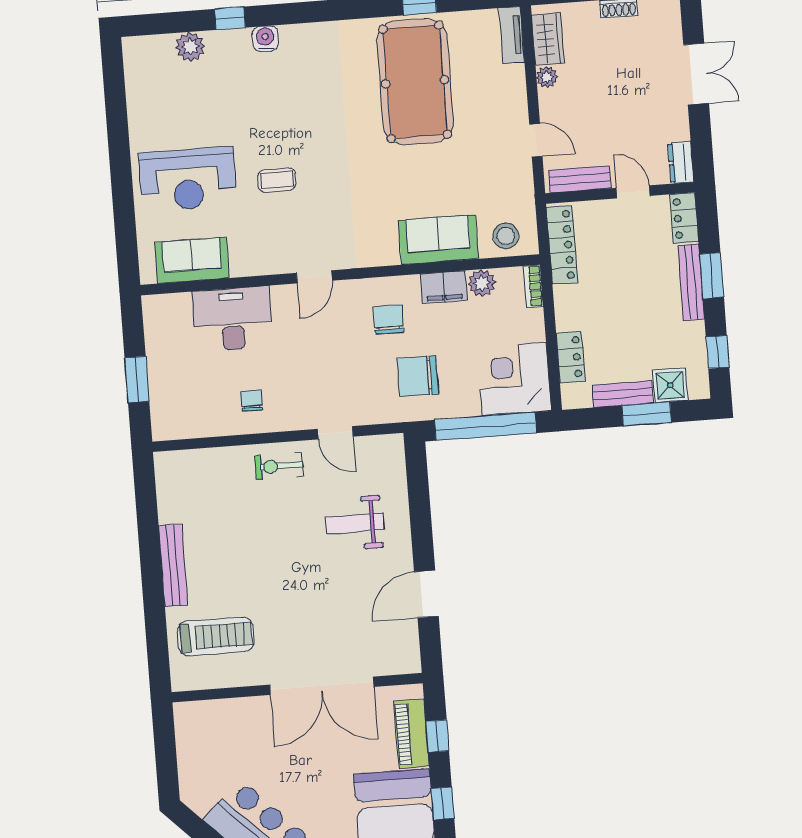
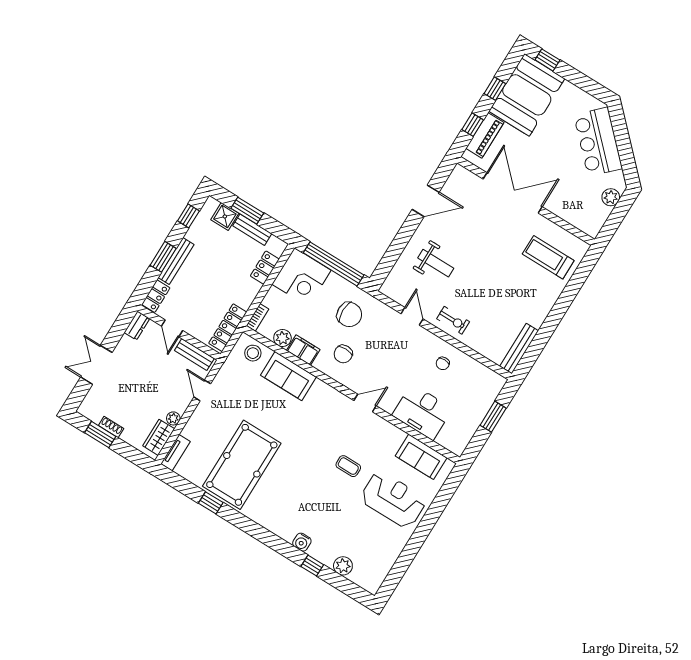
bench: (173, 565) -> (519, 348), moved
plant: (191, 772) -> (611, 197), added

